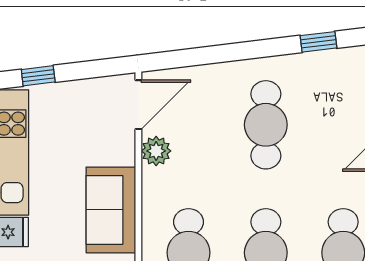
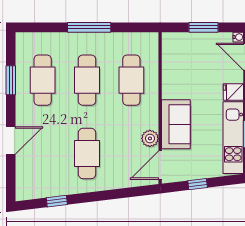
window: (38, 76) -> (198, 184), moved
sofa: (111, 210) -> (176, 124), moved

